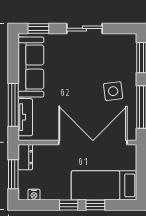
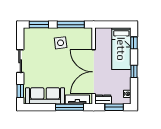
double door: (93, 142) -> (94, 72), moved
window: (95, 205) -> (134, 43), moved

